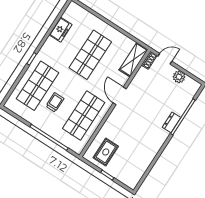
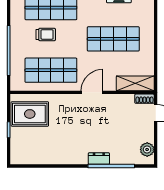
plant: (179, 77) -> (147, 149), moved
rug: (106, 152) -> (30, 114), width x1.36, depth x1.43

